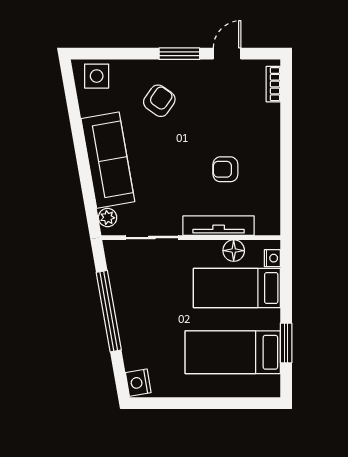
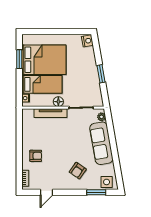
window: (179, 54) -> (96, 192), moved
armchair: (225, 169) -> (36, 156), moved
floor lamp: (234, 251) -> (58, 102), moved
window: (109, 311) -> (101, 74), width x0.47
bed: (233, 352) -> (44, 60), width x1.50

